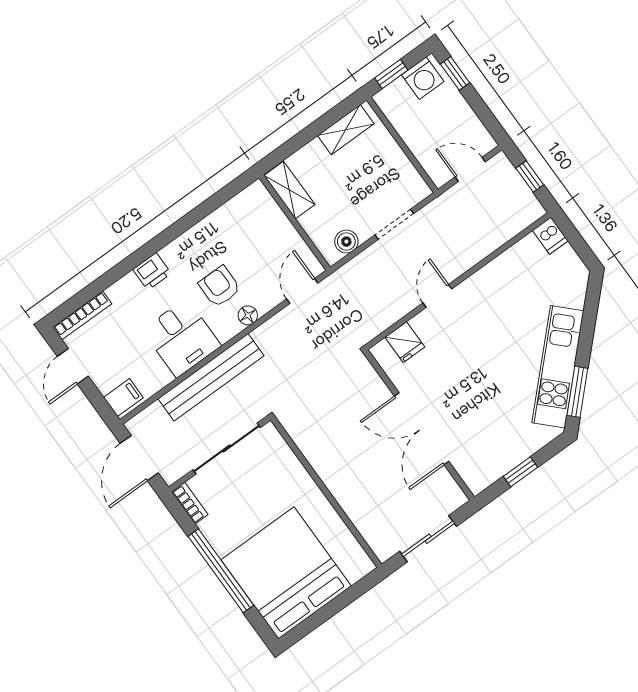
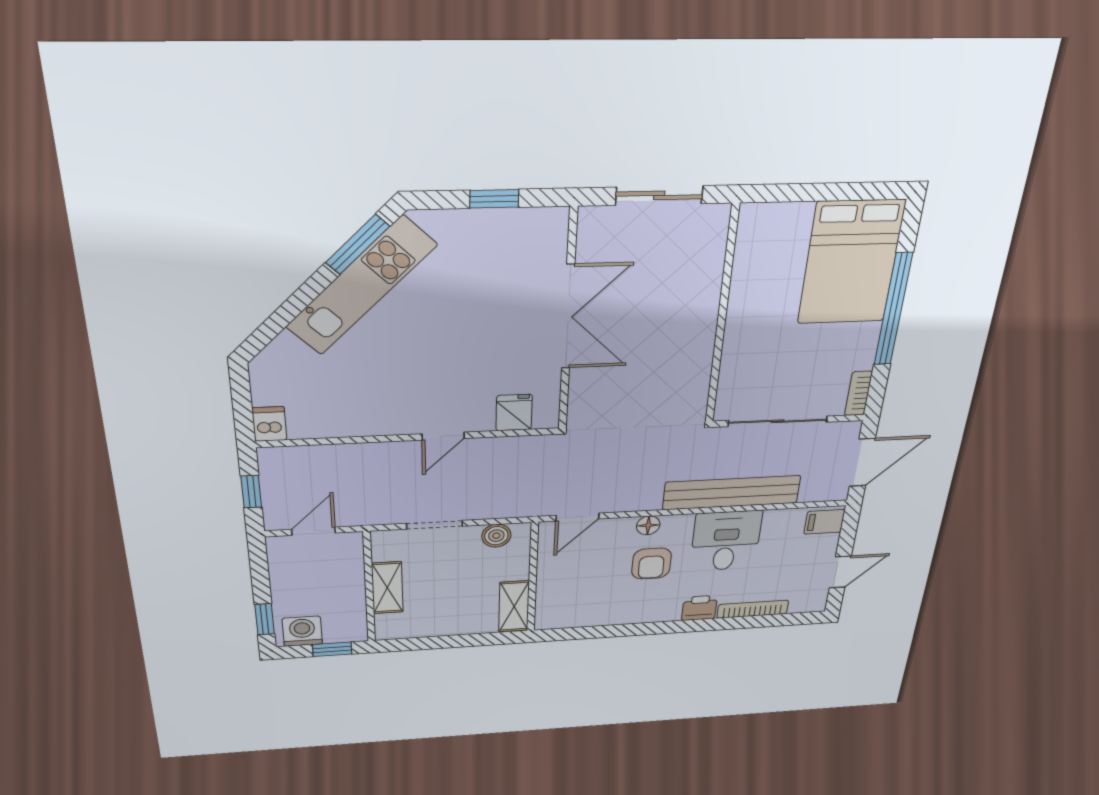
shelving: (346, 130) -> (387, 588), moved, turned 90
door: (470, 169) -> (313, 531), swing flipped
bookcase: (82, 315) -> (753, 609), moved
bed: (286, 573) -> (851, 263), width x0.73

